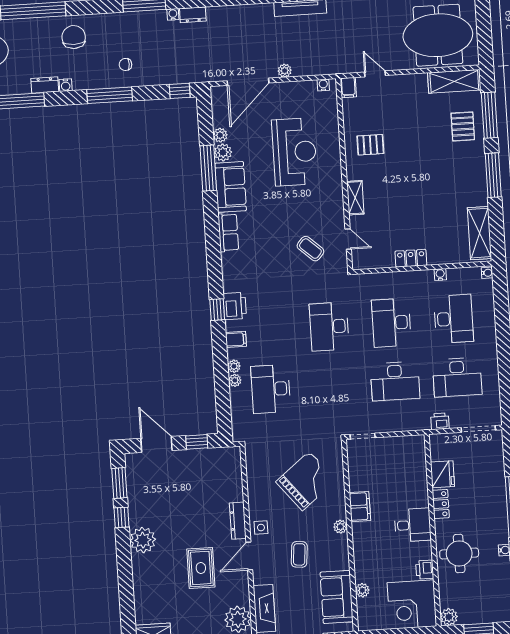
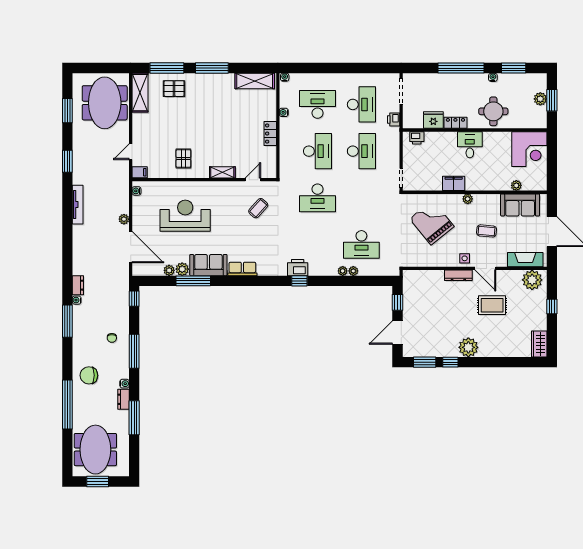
desk: (391, 323) -> (318, 151), turned -90
filing cabinet: (236, 339) -> (323, 268), removed
printer: (425, 570) -> (417, 138), moved
plant: (449, 617) -> (540, 99), moved

